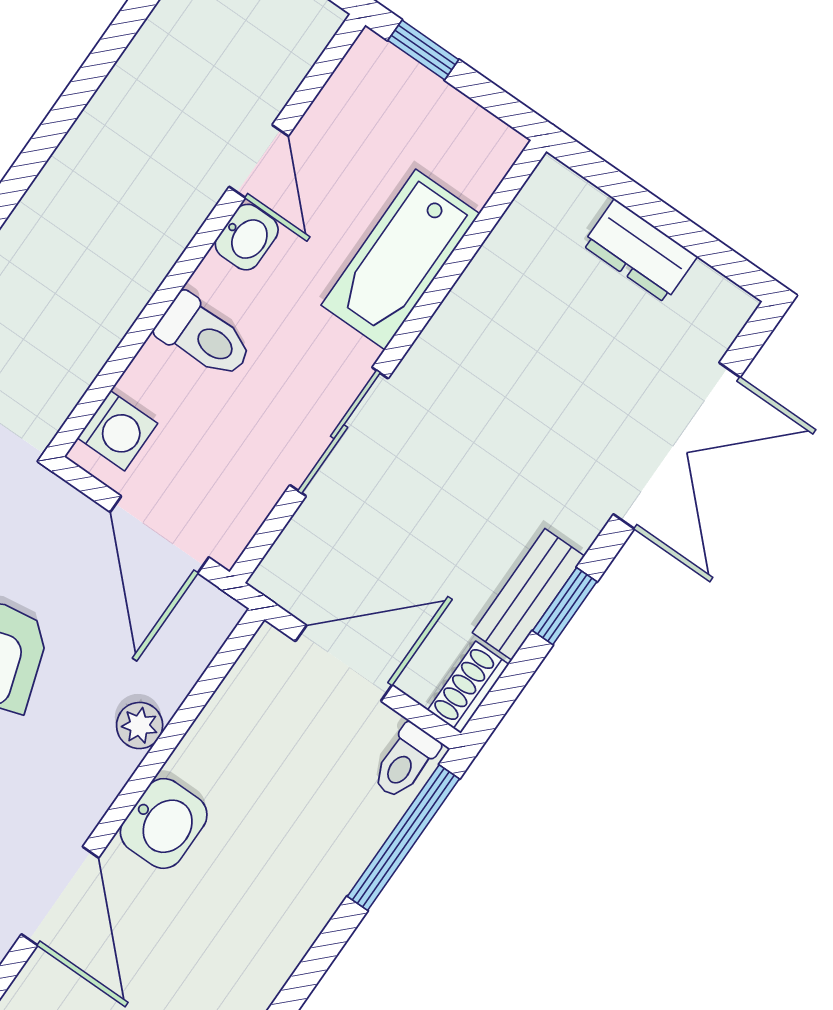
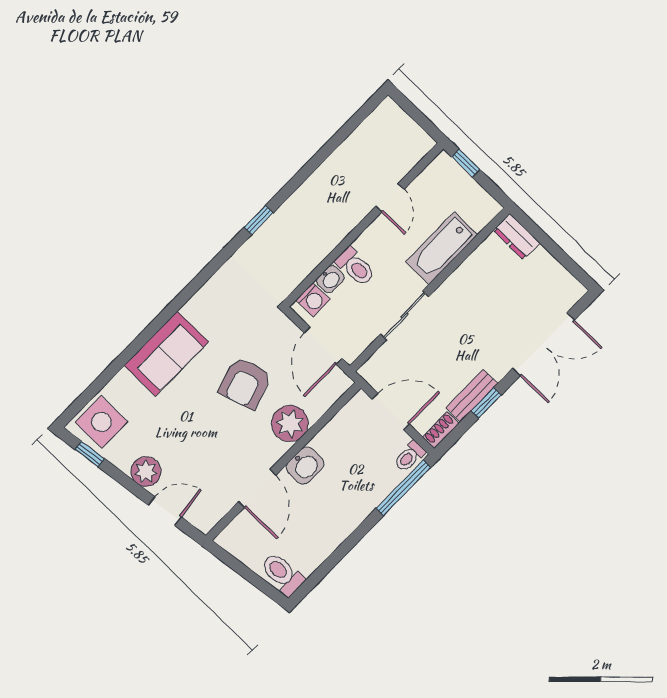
washbasin: (247, 237) -> (330, 279), moved
dresser: (640, 251) -> (517, 237), moved
plant: (140, 726) -> (290, 423), width x1.88, depth x1.88

